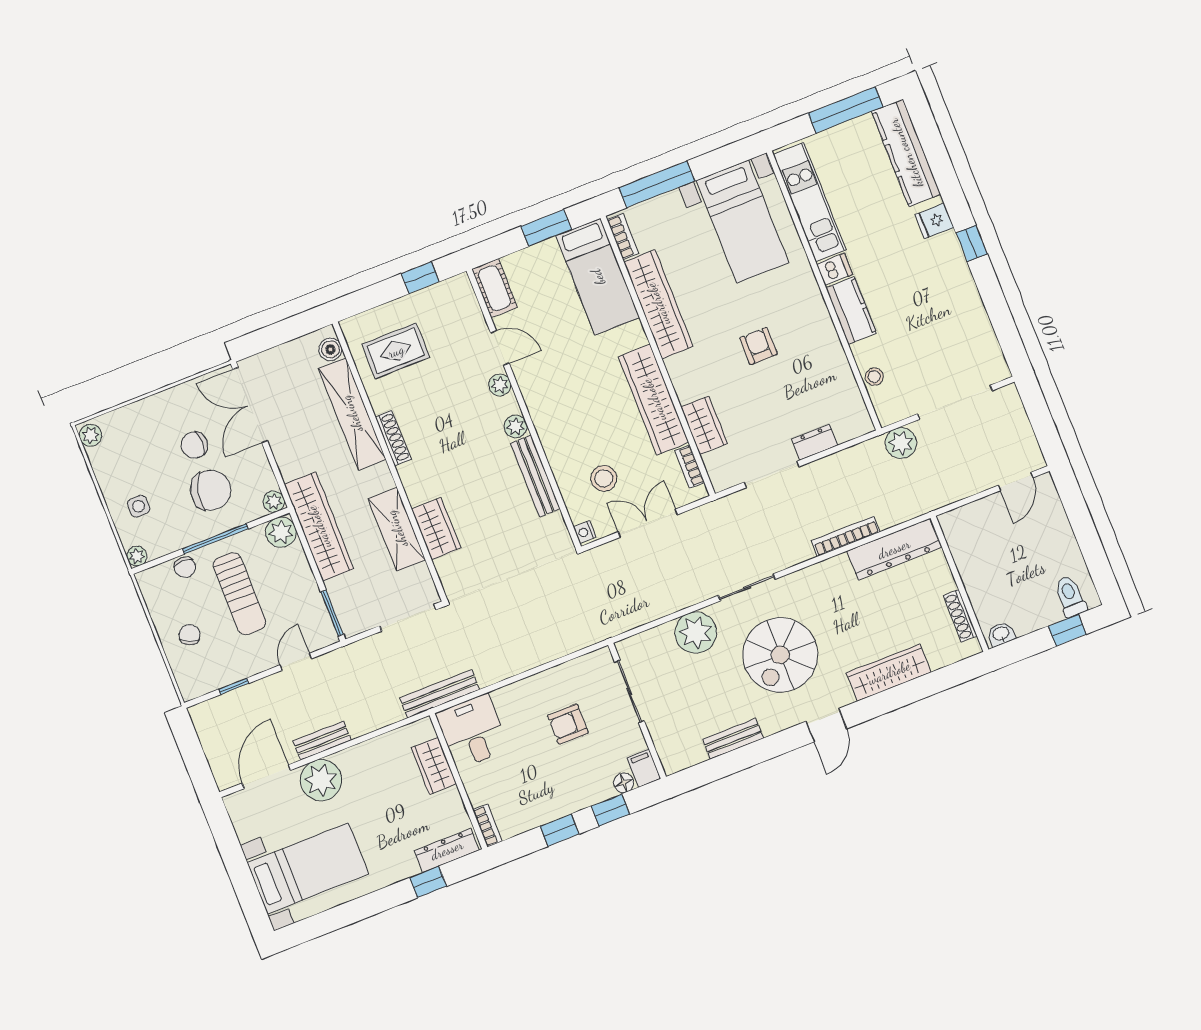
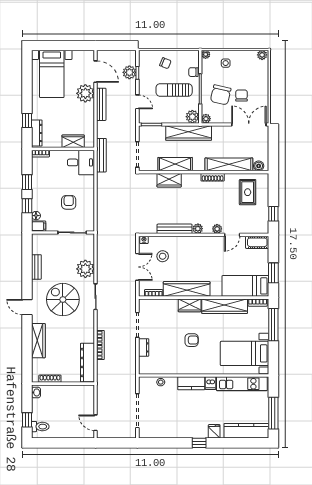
wardrobe: (704, 425) -> (190, 305), moved
plant: (901, 443) -> (129, 72), moved
bench: (322, 741) -> (101, 104), width x1.36

